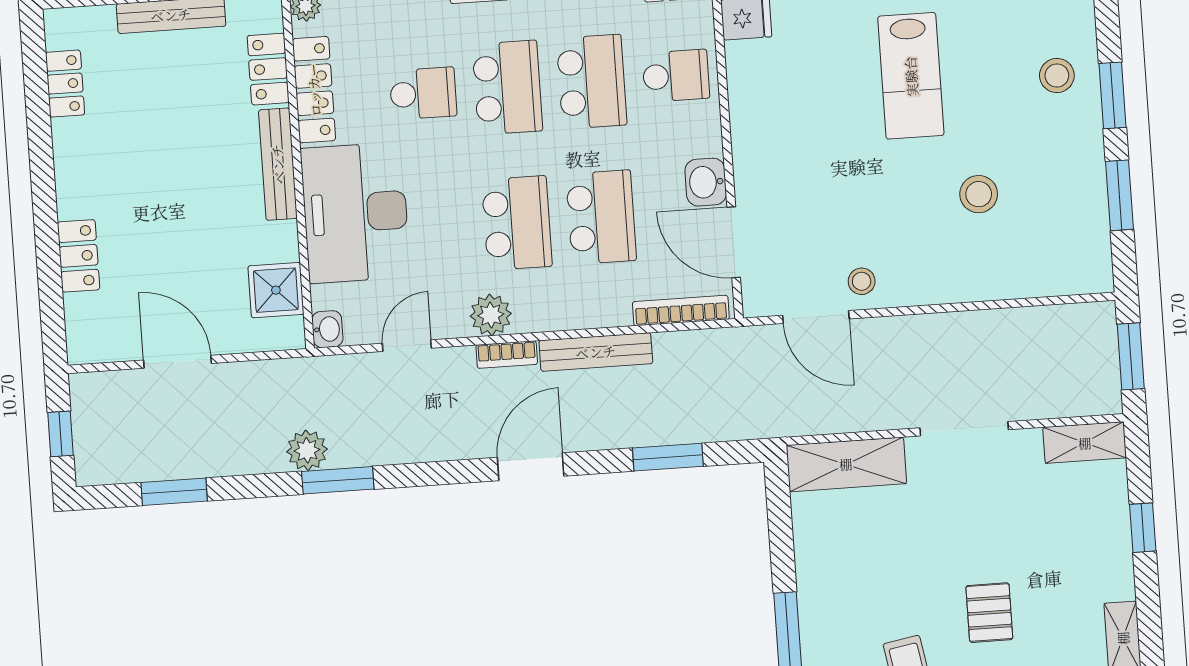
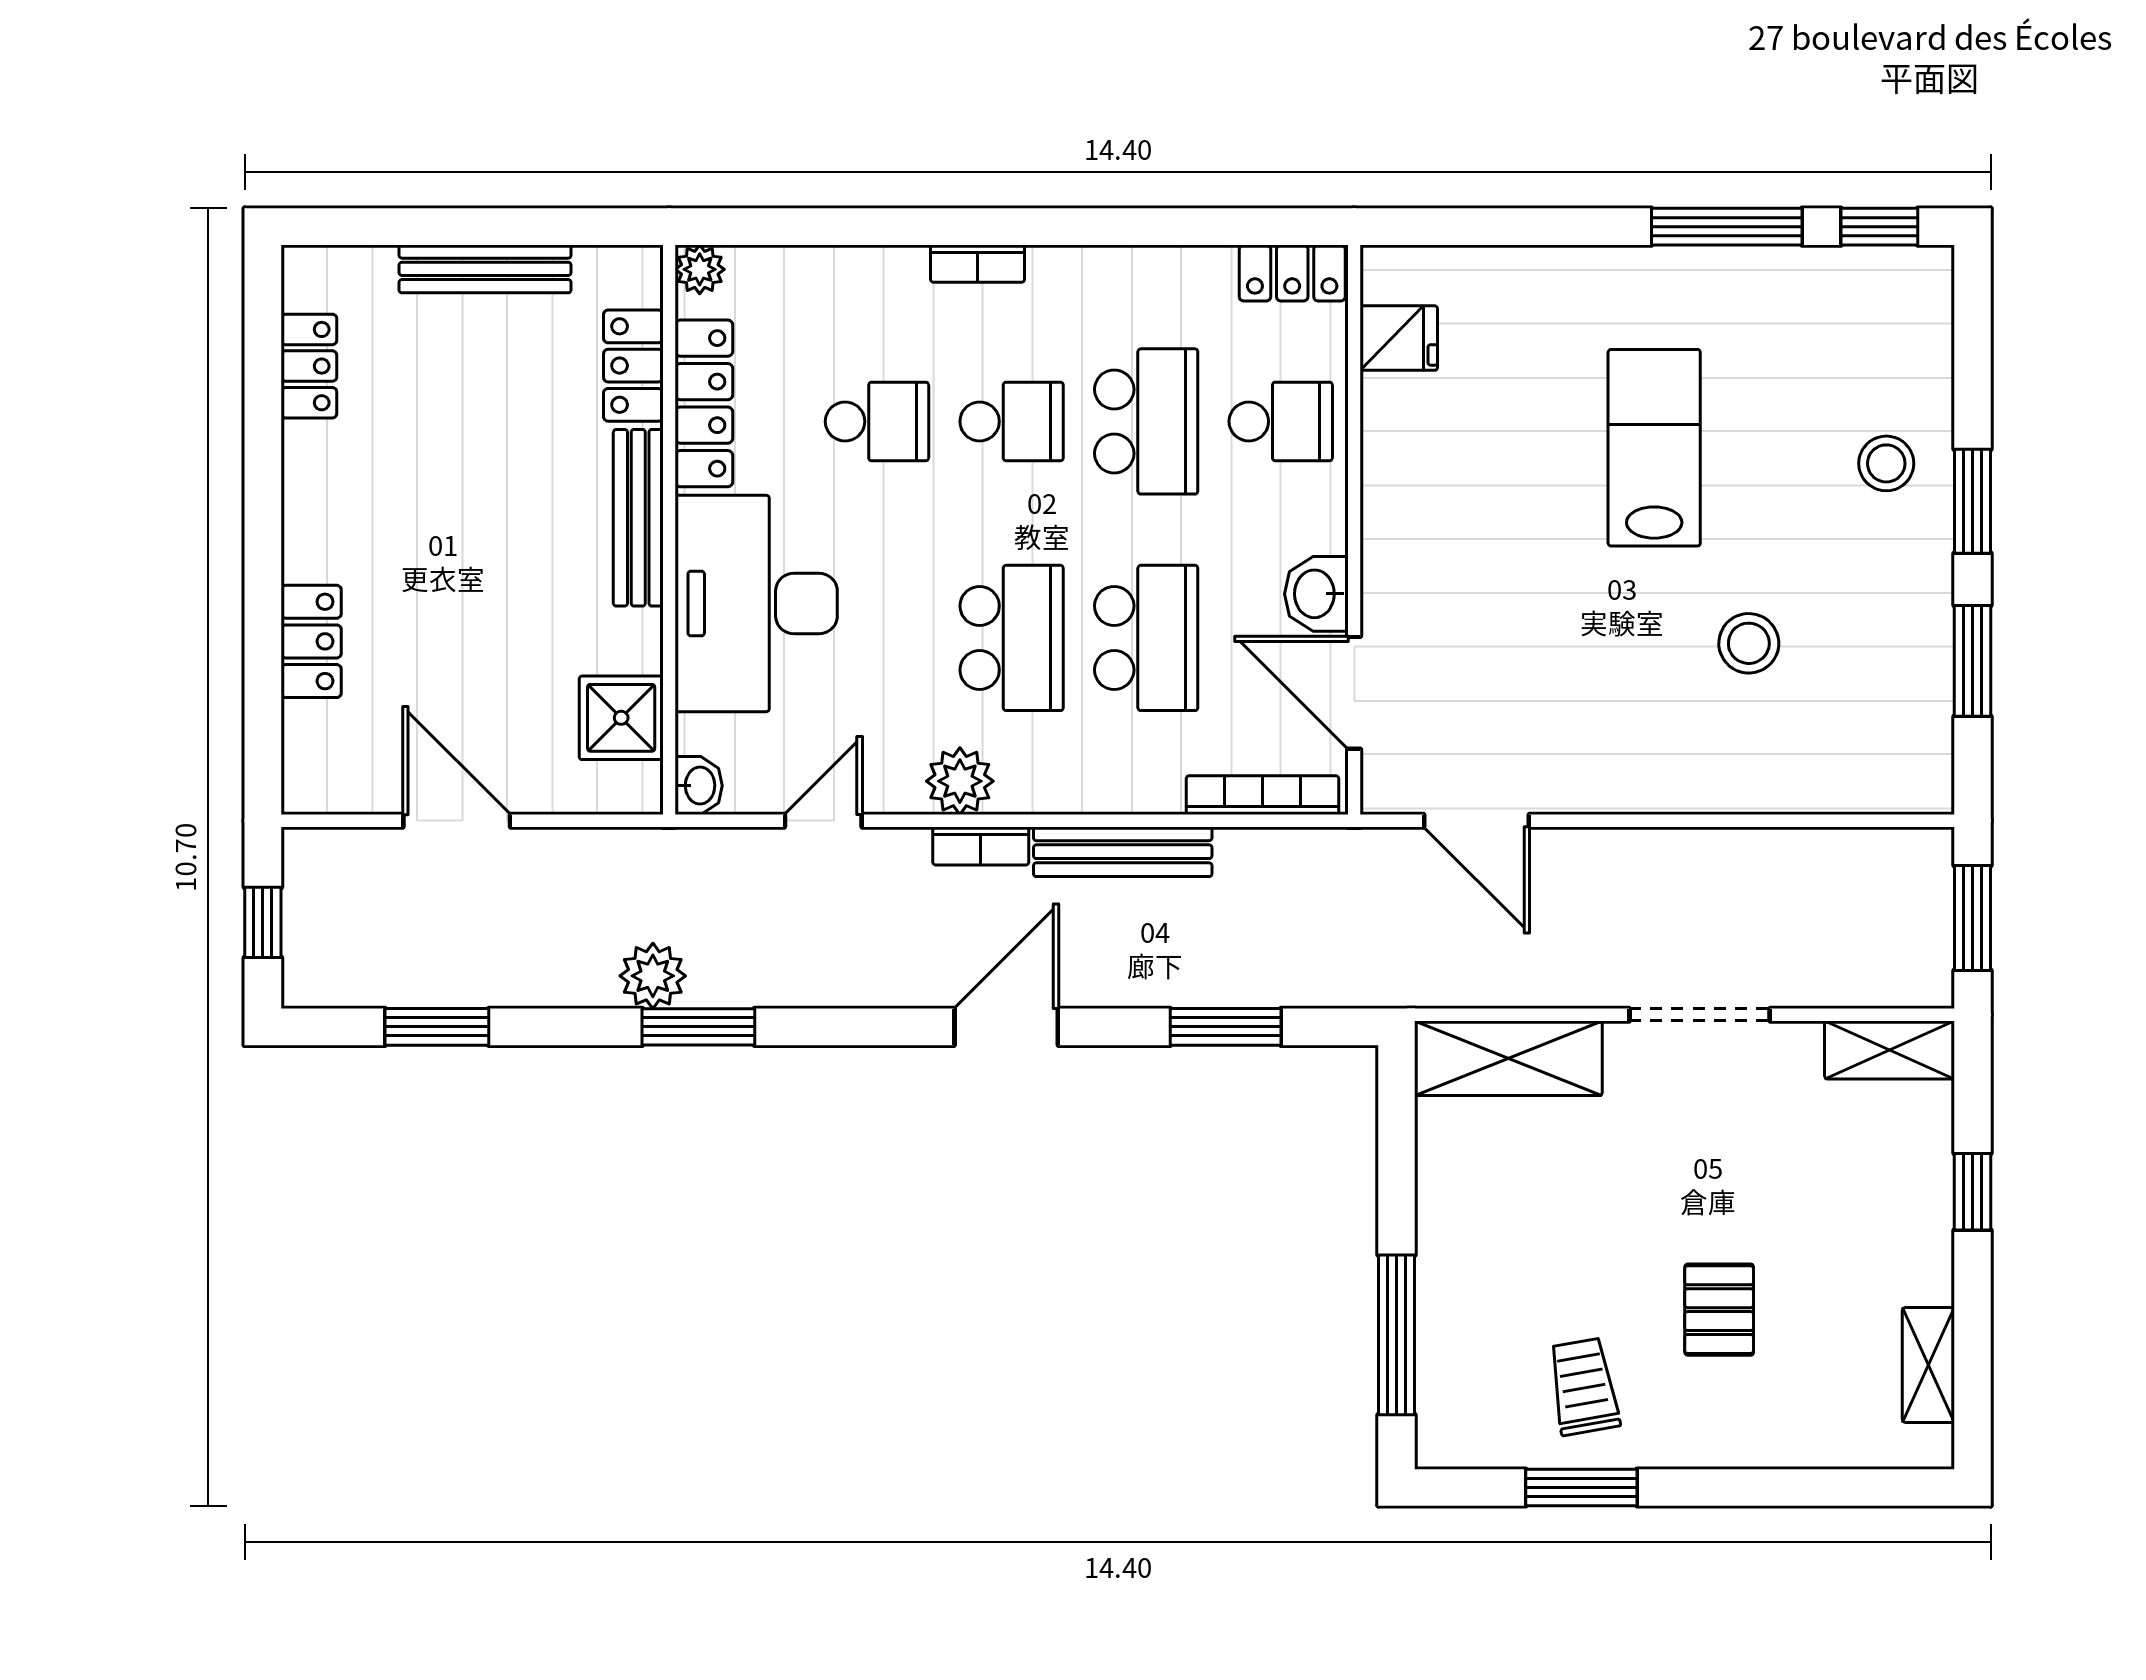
lab bench: (911, 76) -> (1654, 448), turned 180
school desk: (507, 88) -> (1012, 421), width x0.54
stool: (862, 281) -> (1553, 769), removed

